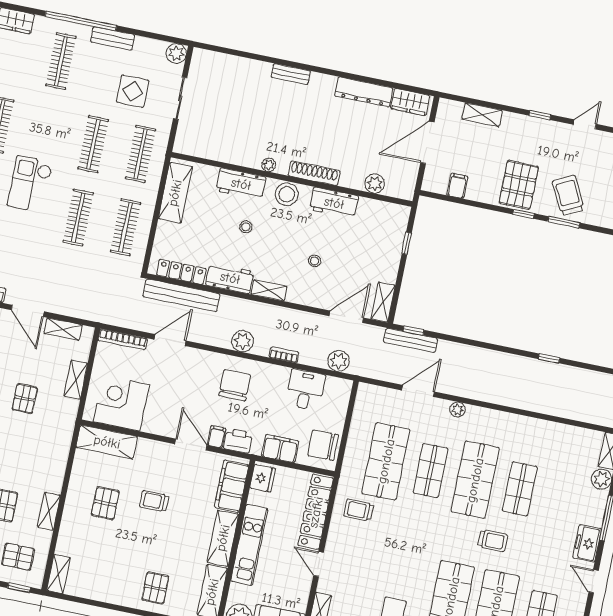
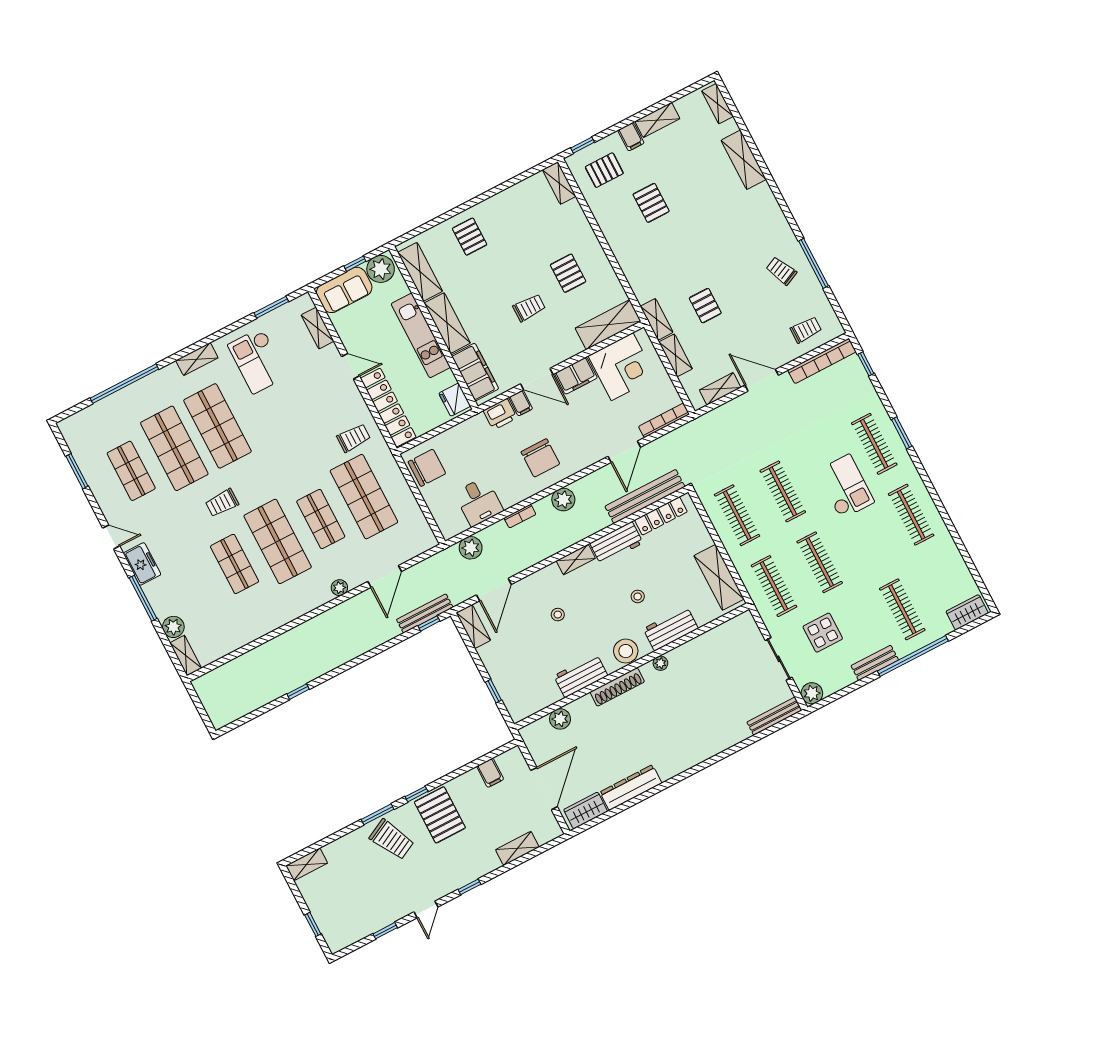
bench: (291, 74) -> (774, 716), moved, width x1.36
filing cabinet: (280, 449) -> (576, 376), moved
shelving: (49, 511) -> (657, 319), moved

